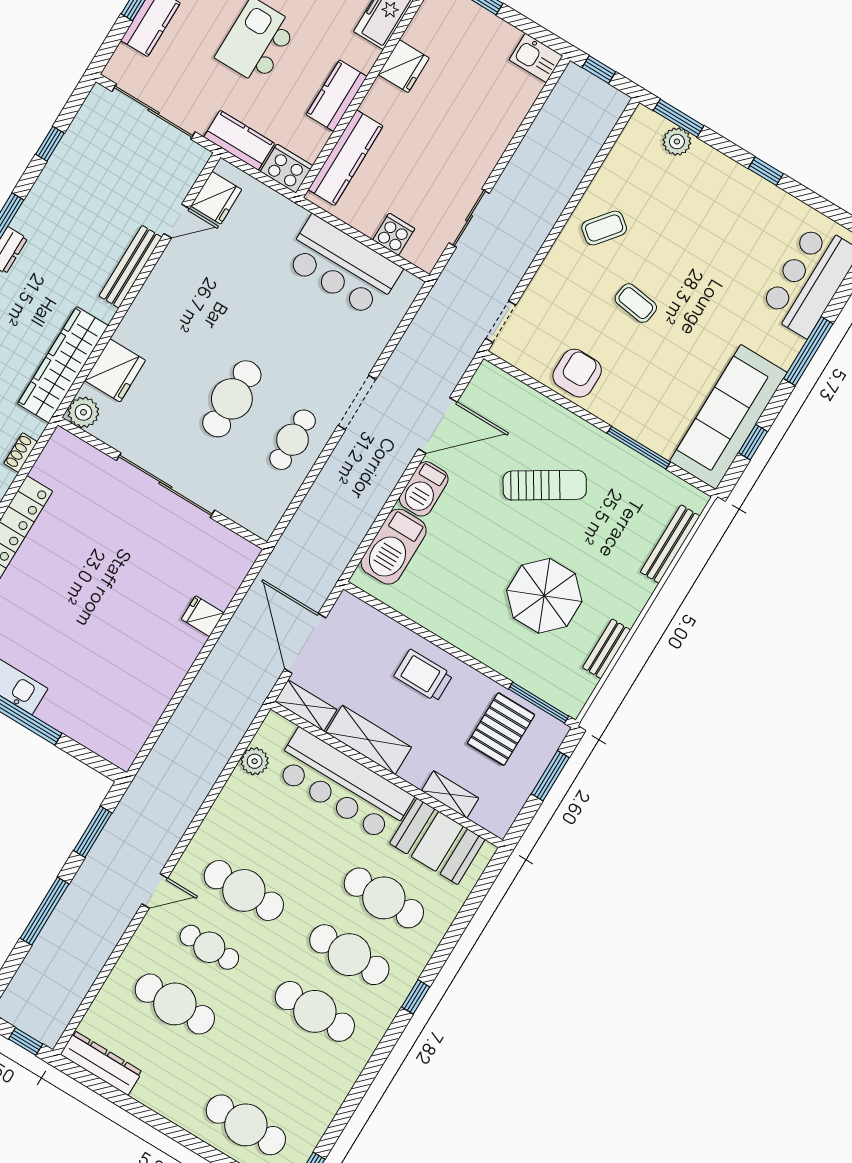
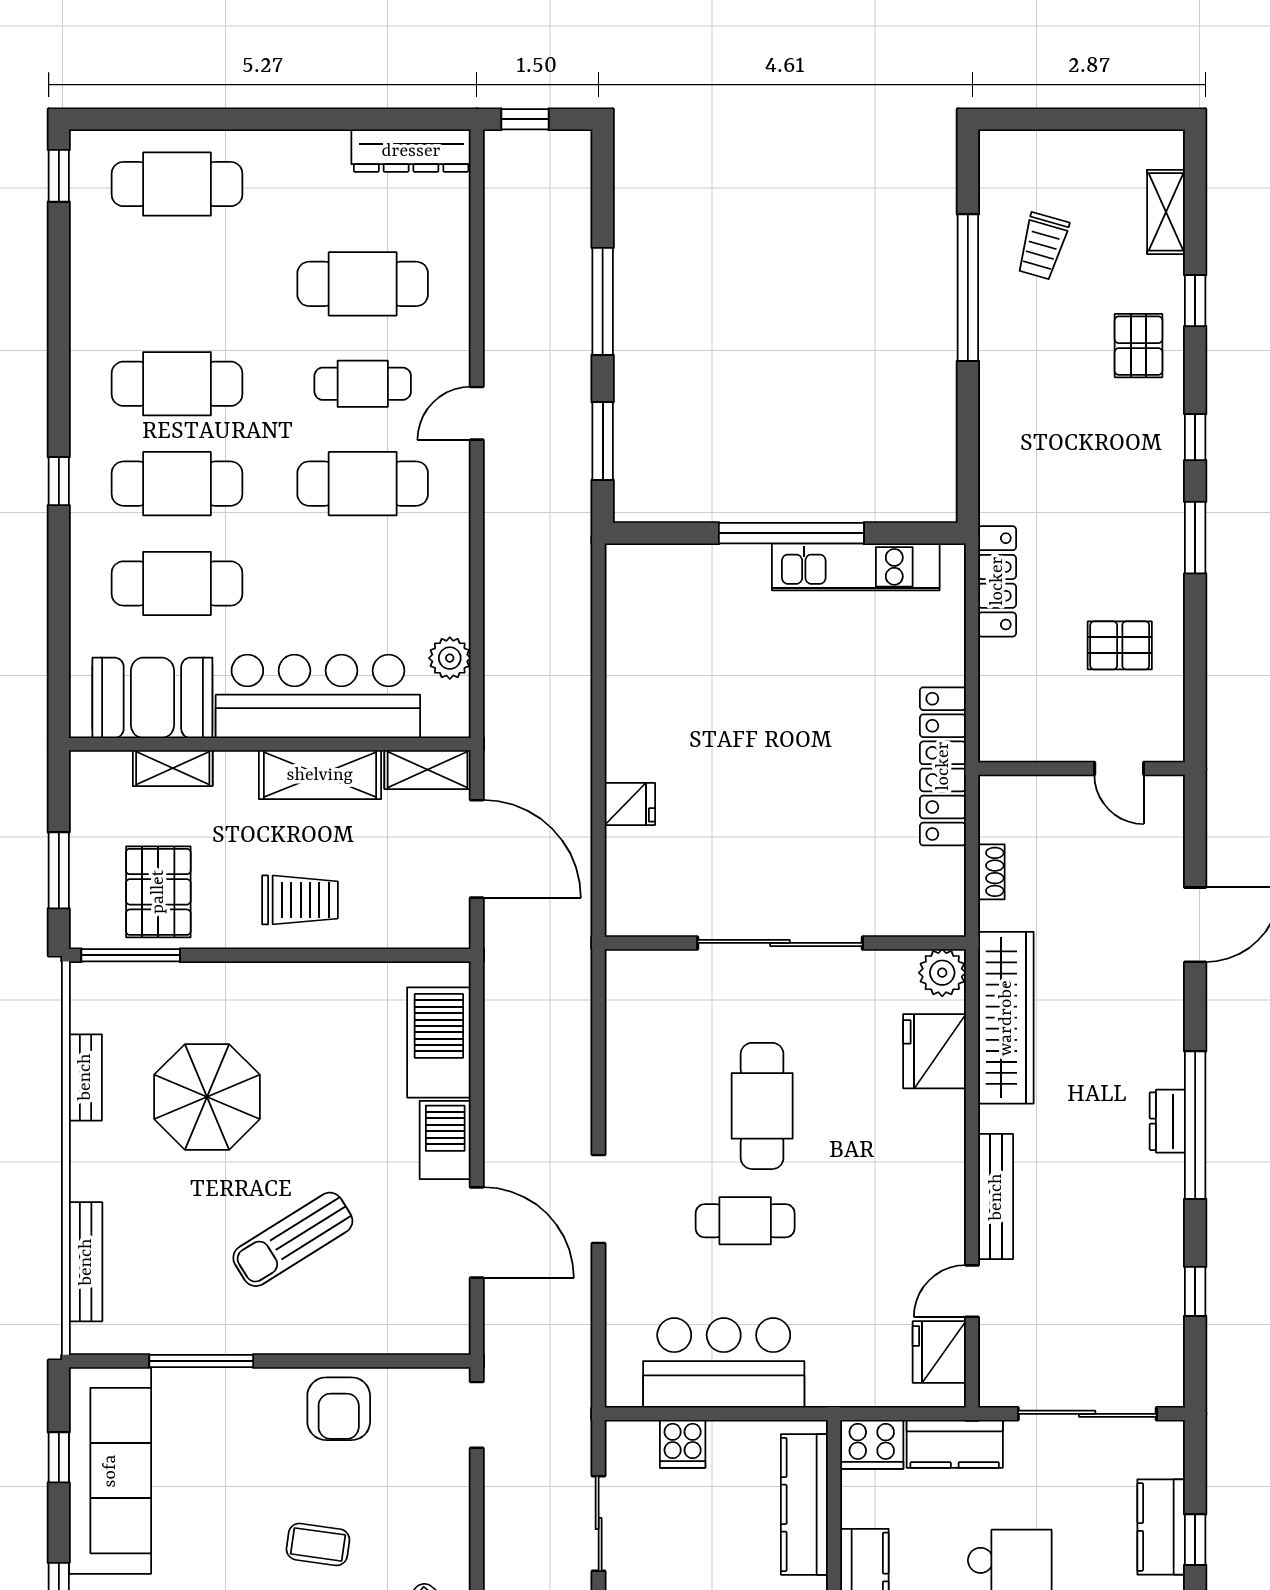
door: (438, 425) -> (477, 1233), swing flipped
cafe table: (293, 440) -> (745, 1221), moved, turned 90

